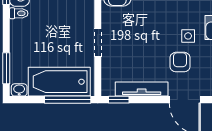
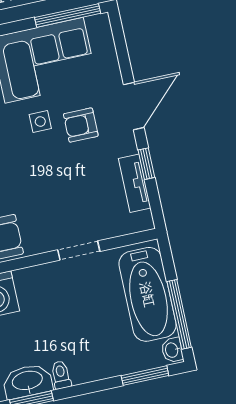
tv unit: (142, 89) -> (135, 183), width x0.71
window: (68, 100) -> (179, 314), moved
window: (119, 100) -> (146, 164), moved

